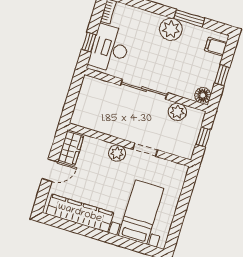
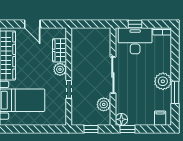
window: (222, 75) -> (128, 129), moved
wardrobe: (71, 148) -> (60, 50), moved, turned 90

